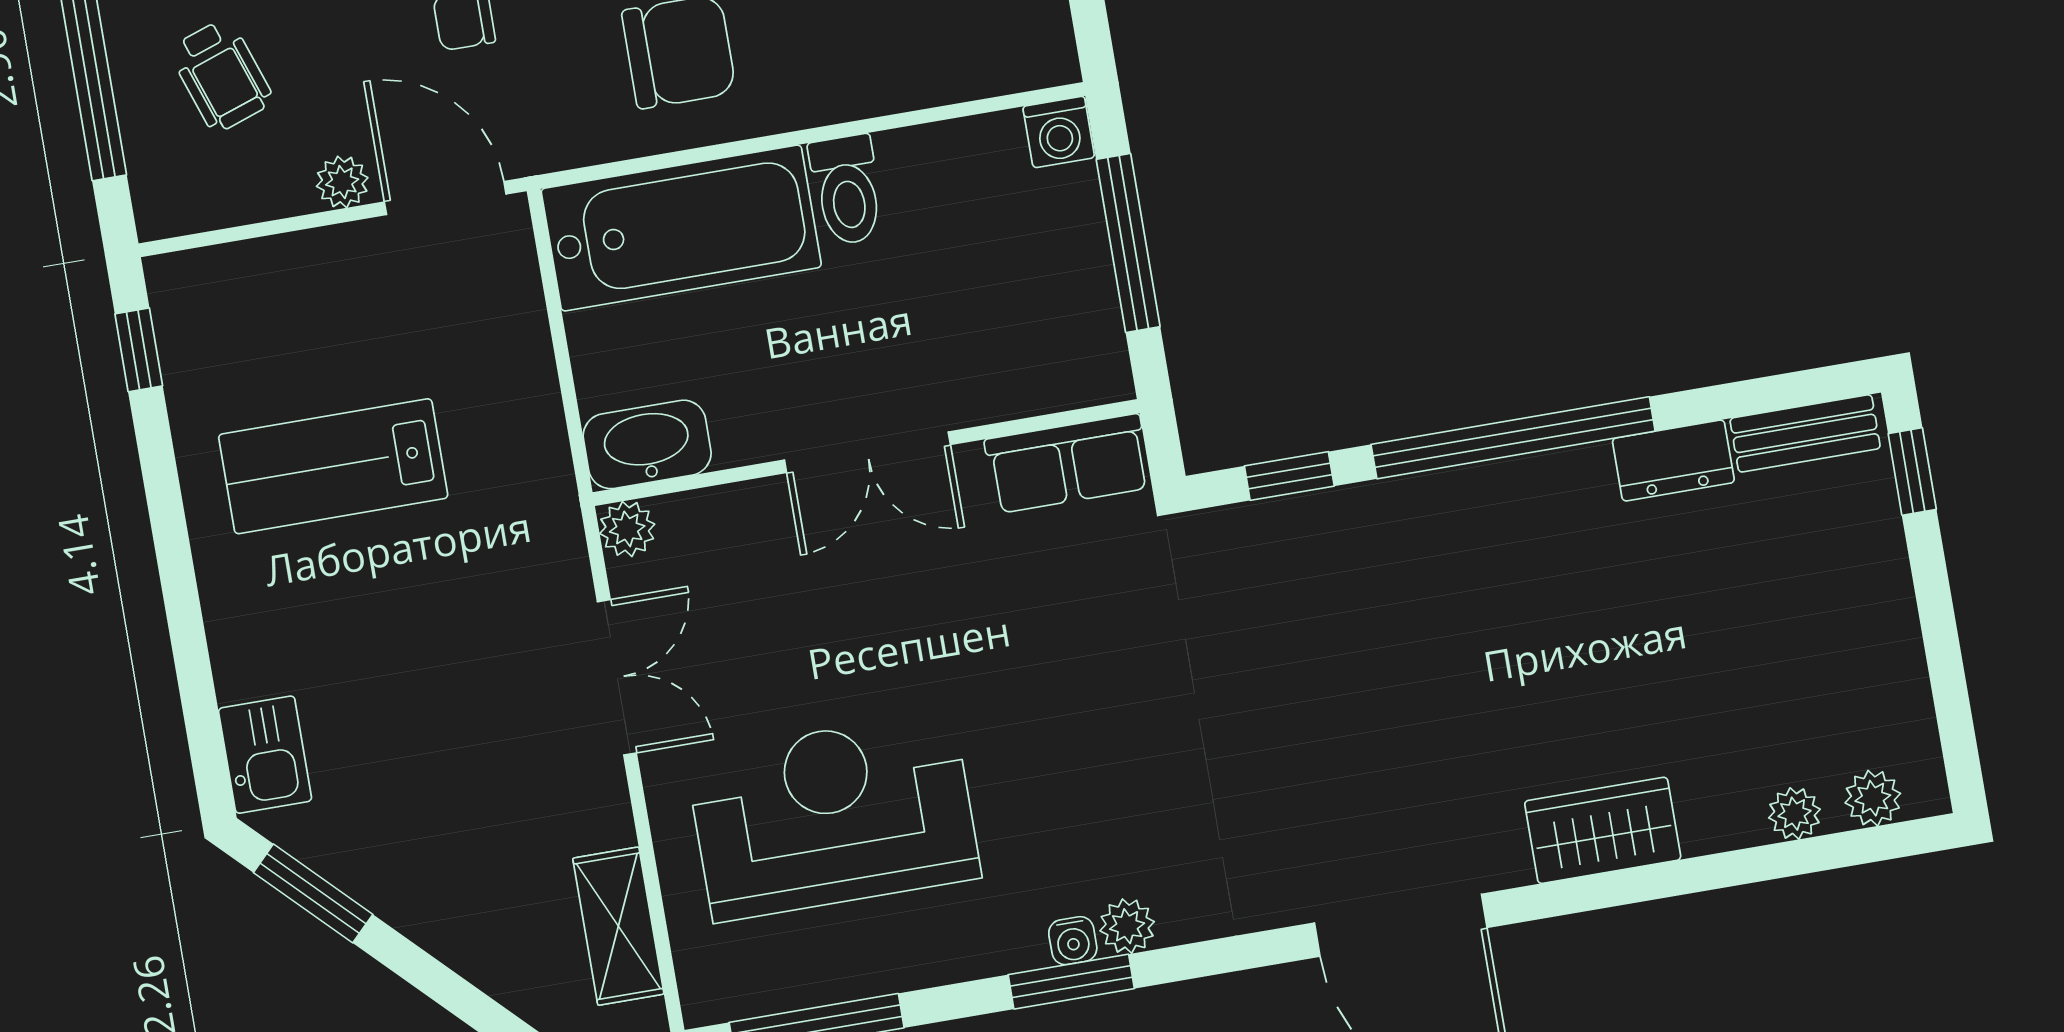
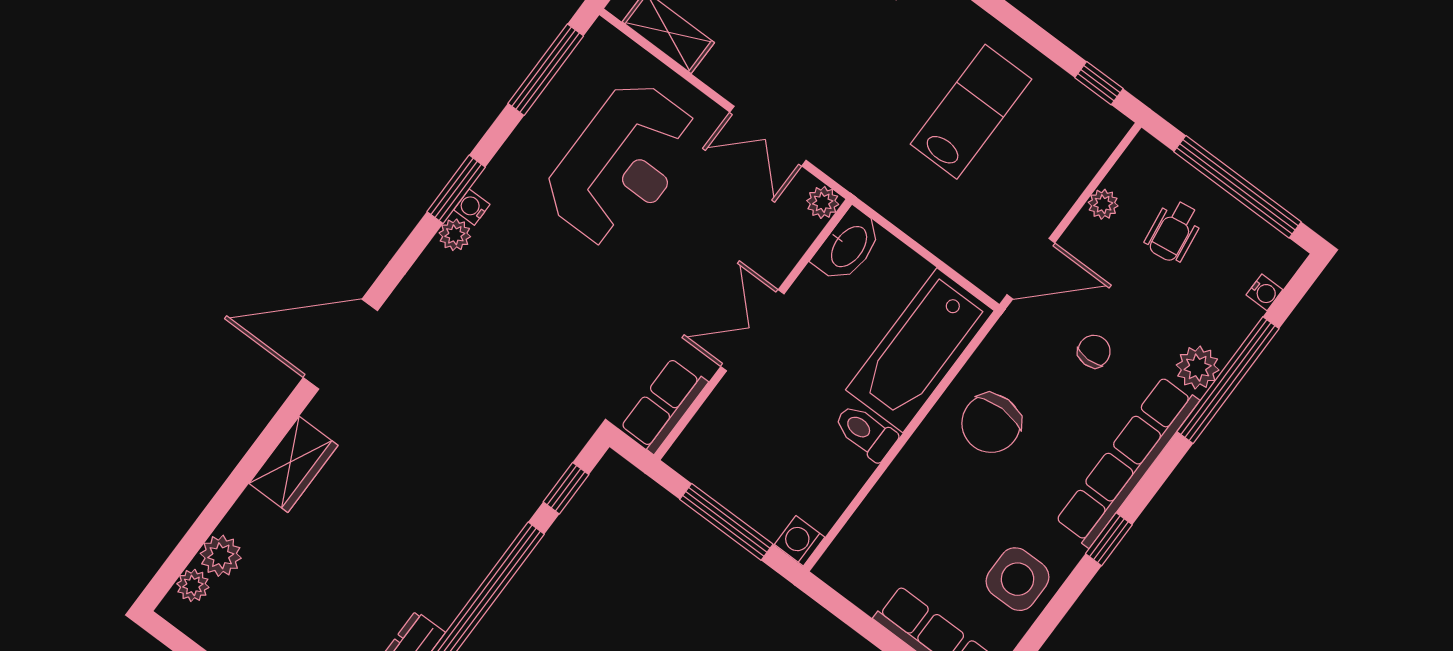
wheelchair: (221, 75) -> (1174, 231), turned -79
plant: (342, 182) -> (1103, 204), moved
plant: (1794, 814) -> (221, 556), width x1.38, depth x1.38

